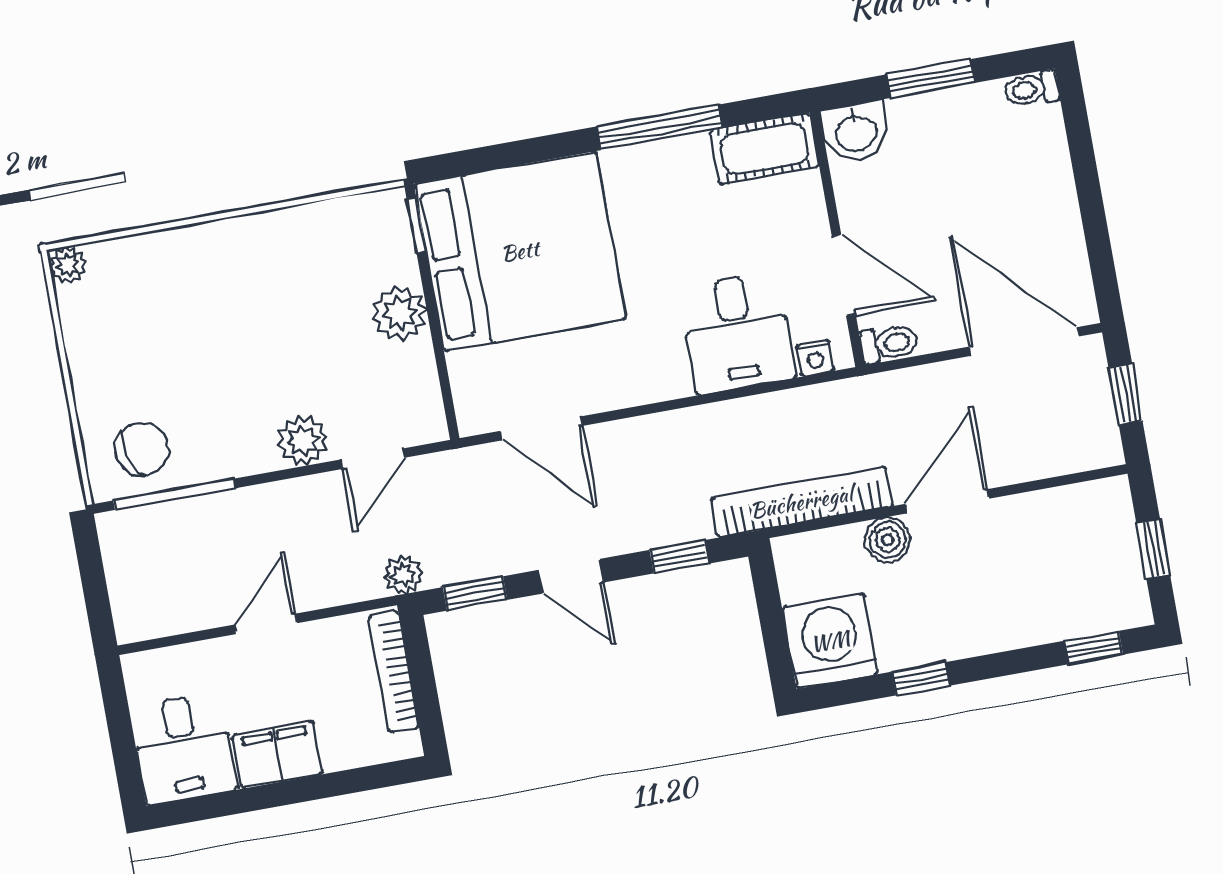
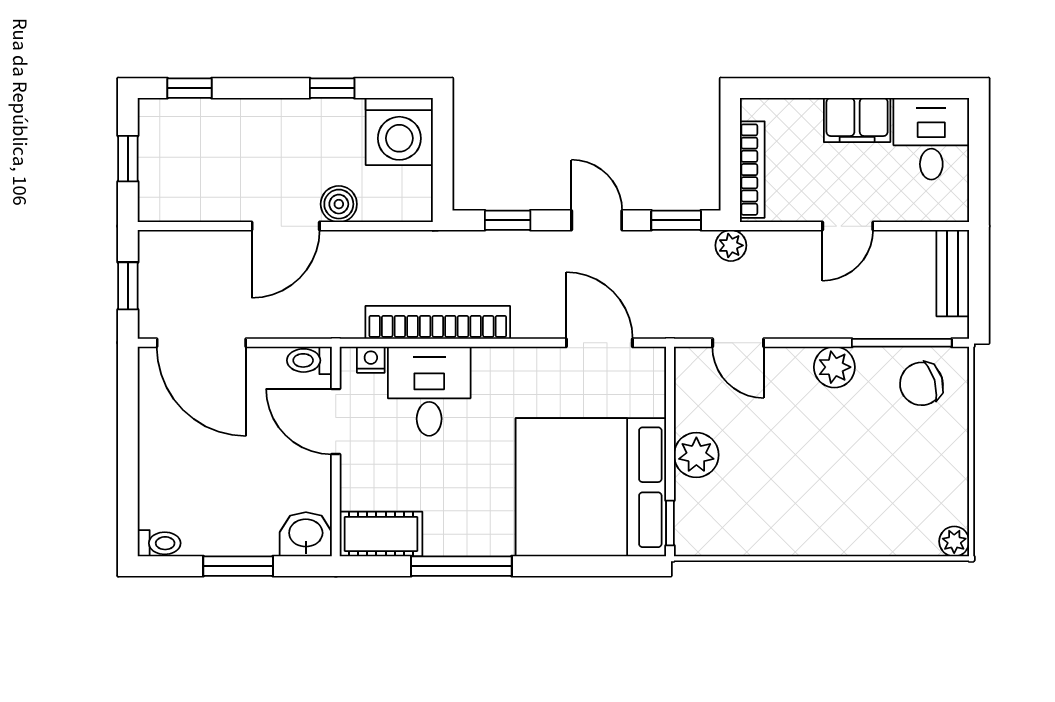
plant: (303, 441) -> (834, 367), moved
door: (373, 459) -> (738, 343), swing flipped
bookcase: (801, 502) -> (438, 322), moved, turned 180
bench: (128, 590) -> (953, 273), added

